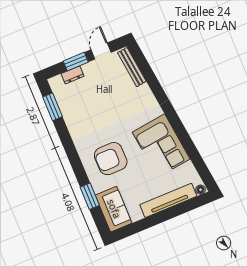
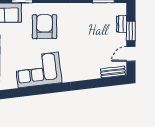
door: (101, 51) -> (131, 54), swing flipped
bench: (132, 67) -> (113, 72), width x0.73

